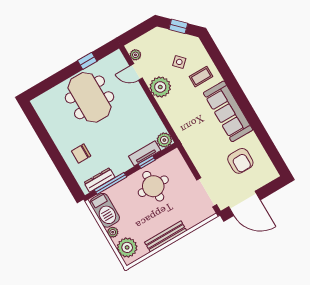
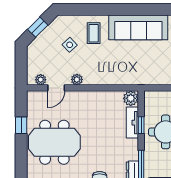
plant: (160, 87) -> (77, 79), width x0.53, depth x0.53

